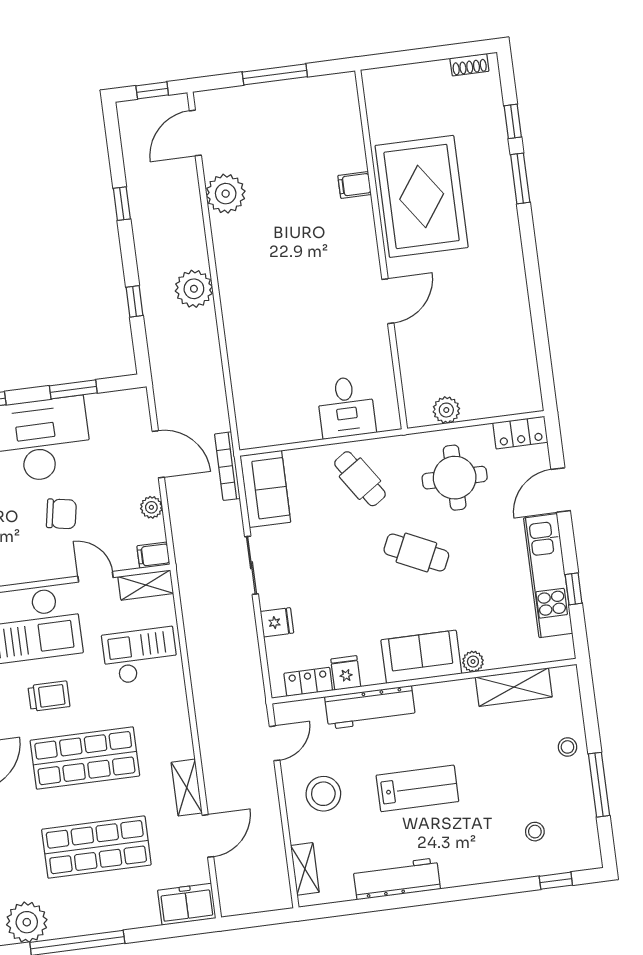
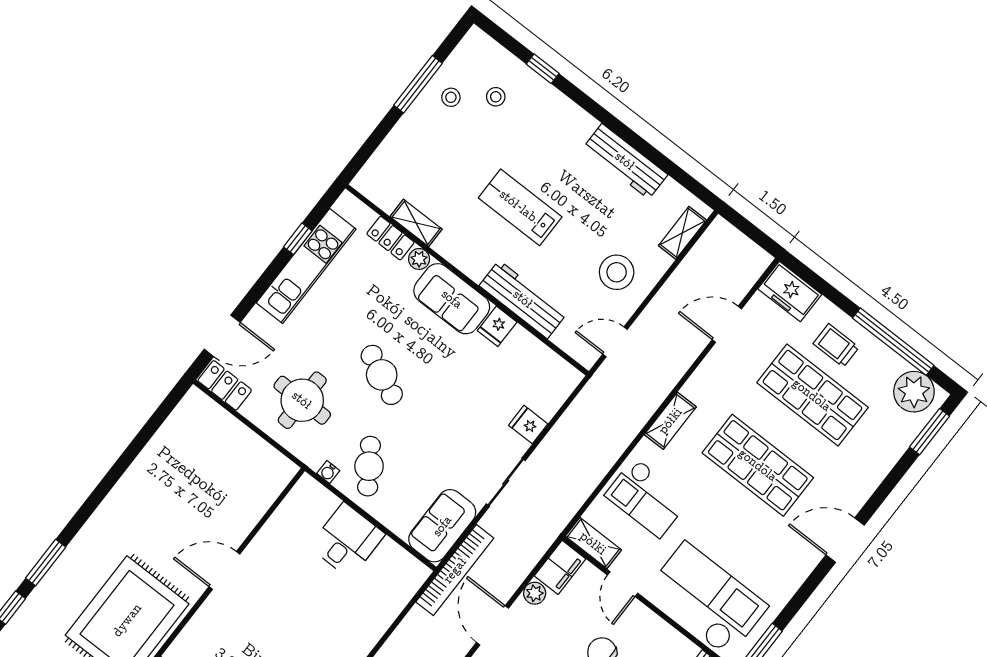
desk: (346, 407) -> (347, 540), moved
plant: (446, 410) -> (260, 453), removed
water cooler: (385, 445) -> (328, 472), added
bookcase: (227, 466) -> (455, 570), width x1.48, depth x1.31
door: (561, 490) -> (222, 336), moved
filing cabinet: (153, 555) -> (560, 567), width x2.00
fridge: (346, 673) -> (497, 326), moved
locker: (308, 682) -> (390, 238), moved
shelving: (514, 687) -> (416, 223), width x0.67, depth x0.75
trolley: (49, 696) -> (836, 345), moved
stool: (567, 747) -> (451, 97), moved
shelving: (187, 788) -> (670, 421), moved
lab bench: (417, 788) -> (520, 207), moved
window: (556, 881) -> (543, 69), moved

